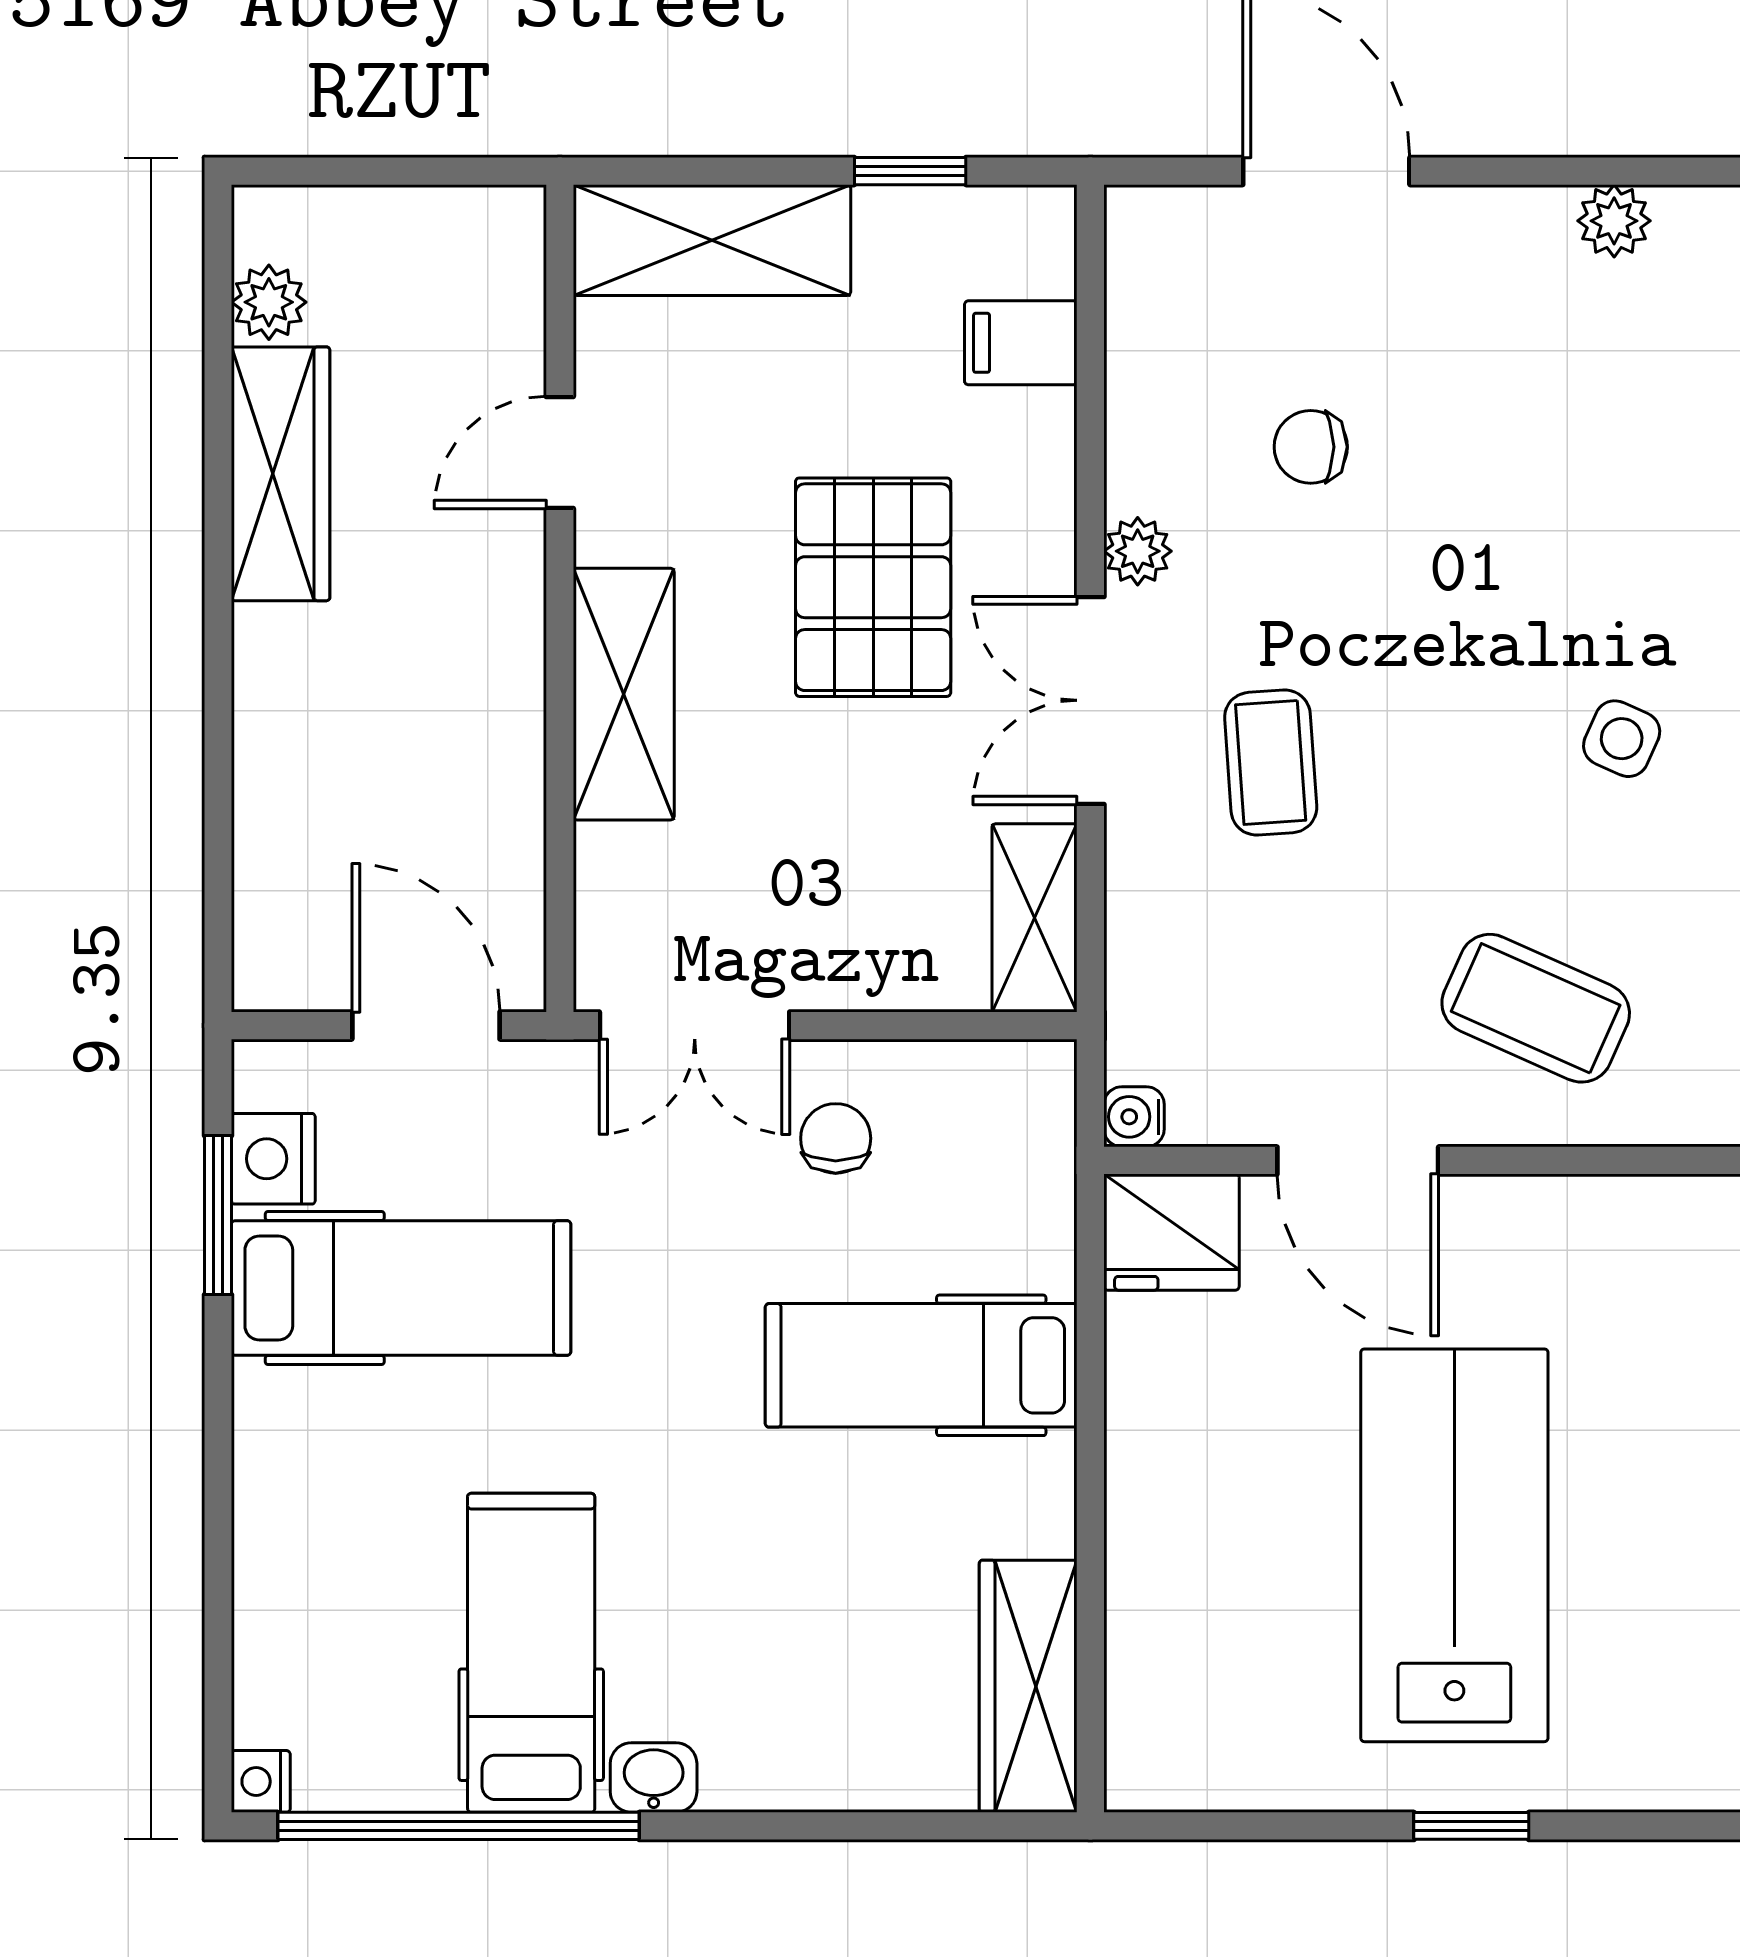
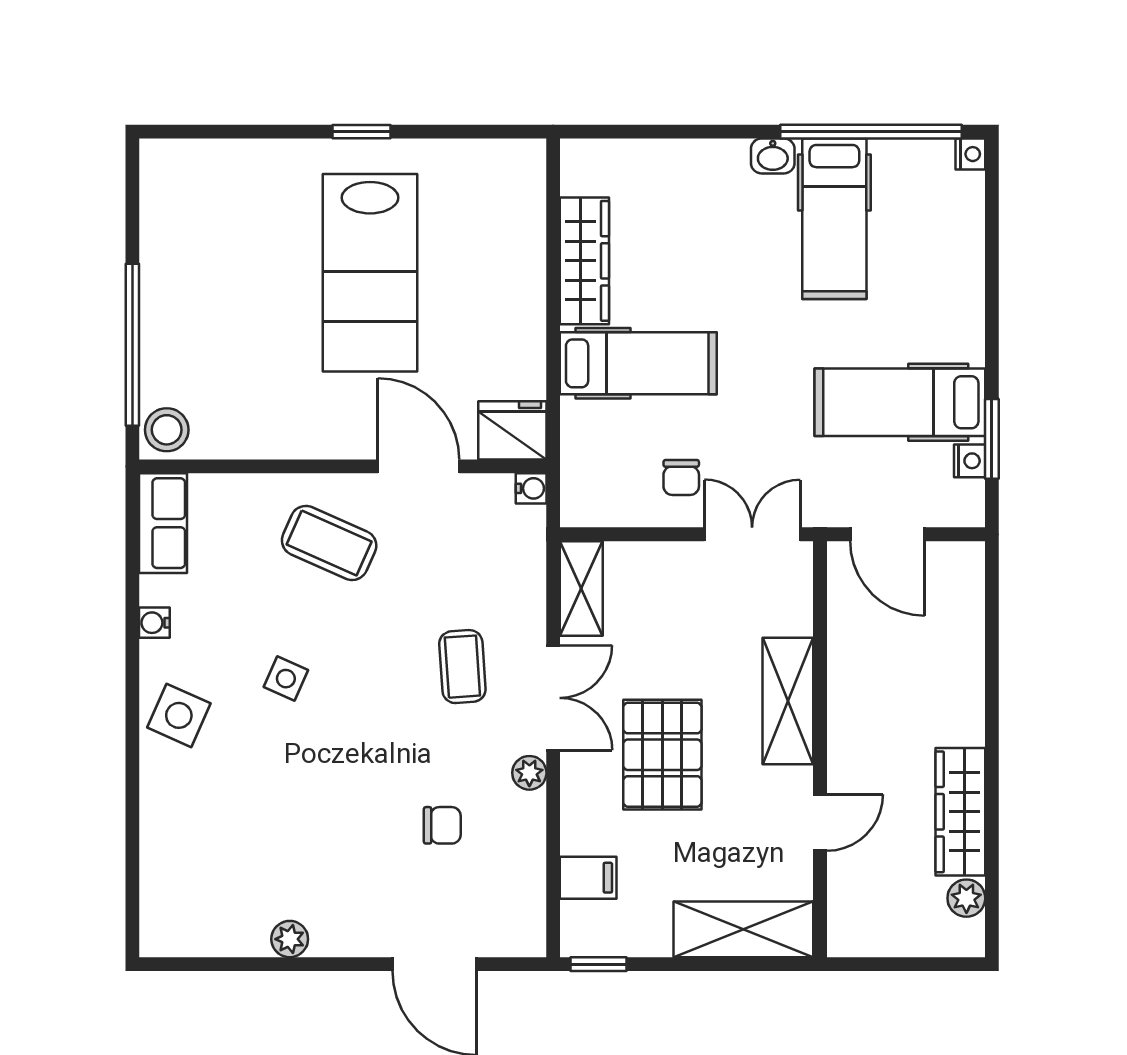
window: (910, 171) -> (599, 964), moved
nightstand: (273, 1159) -> (970, 461), width x0.72, depth x0.74
wardrobe: (1028, 1686) -> (584, 261), moved

